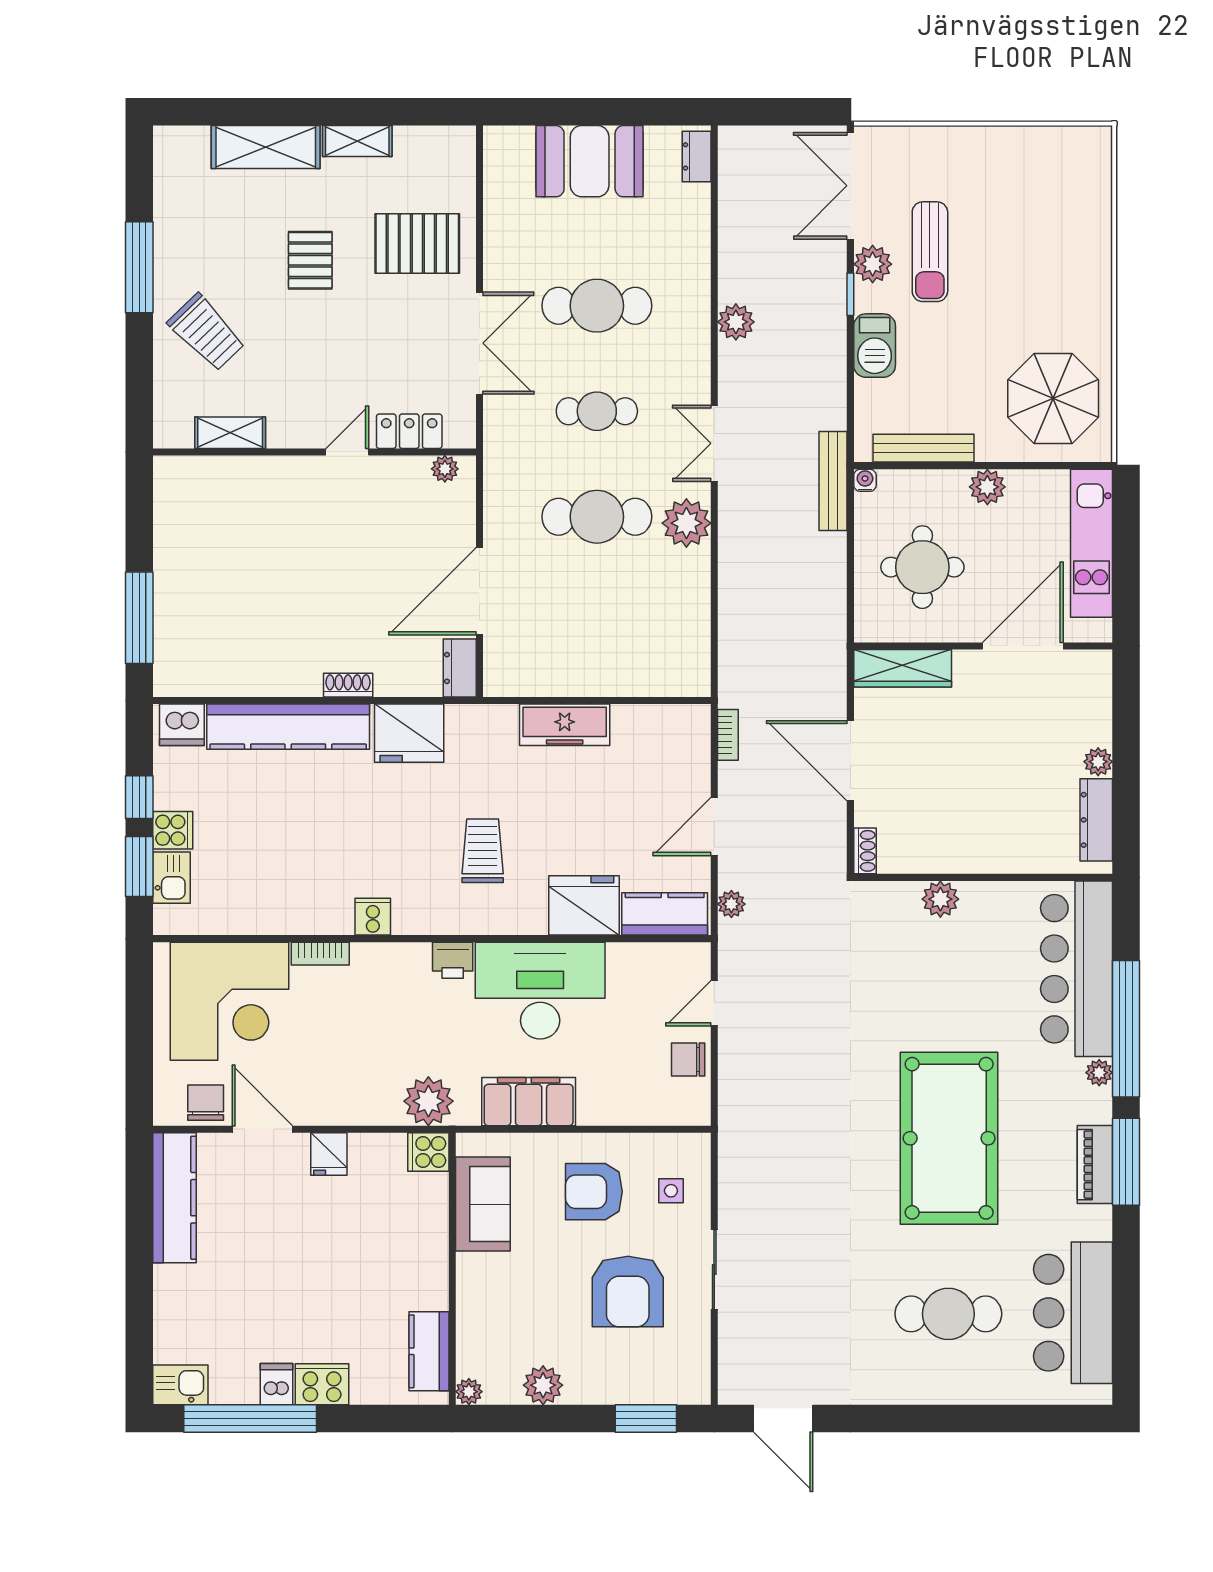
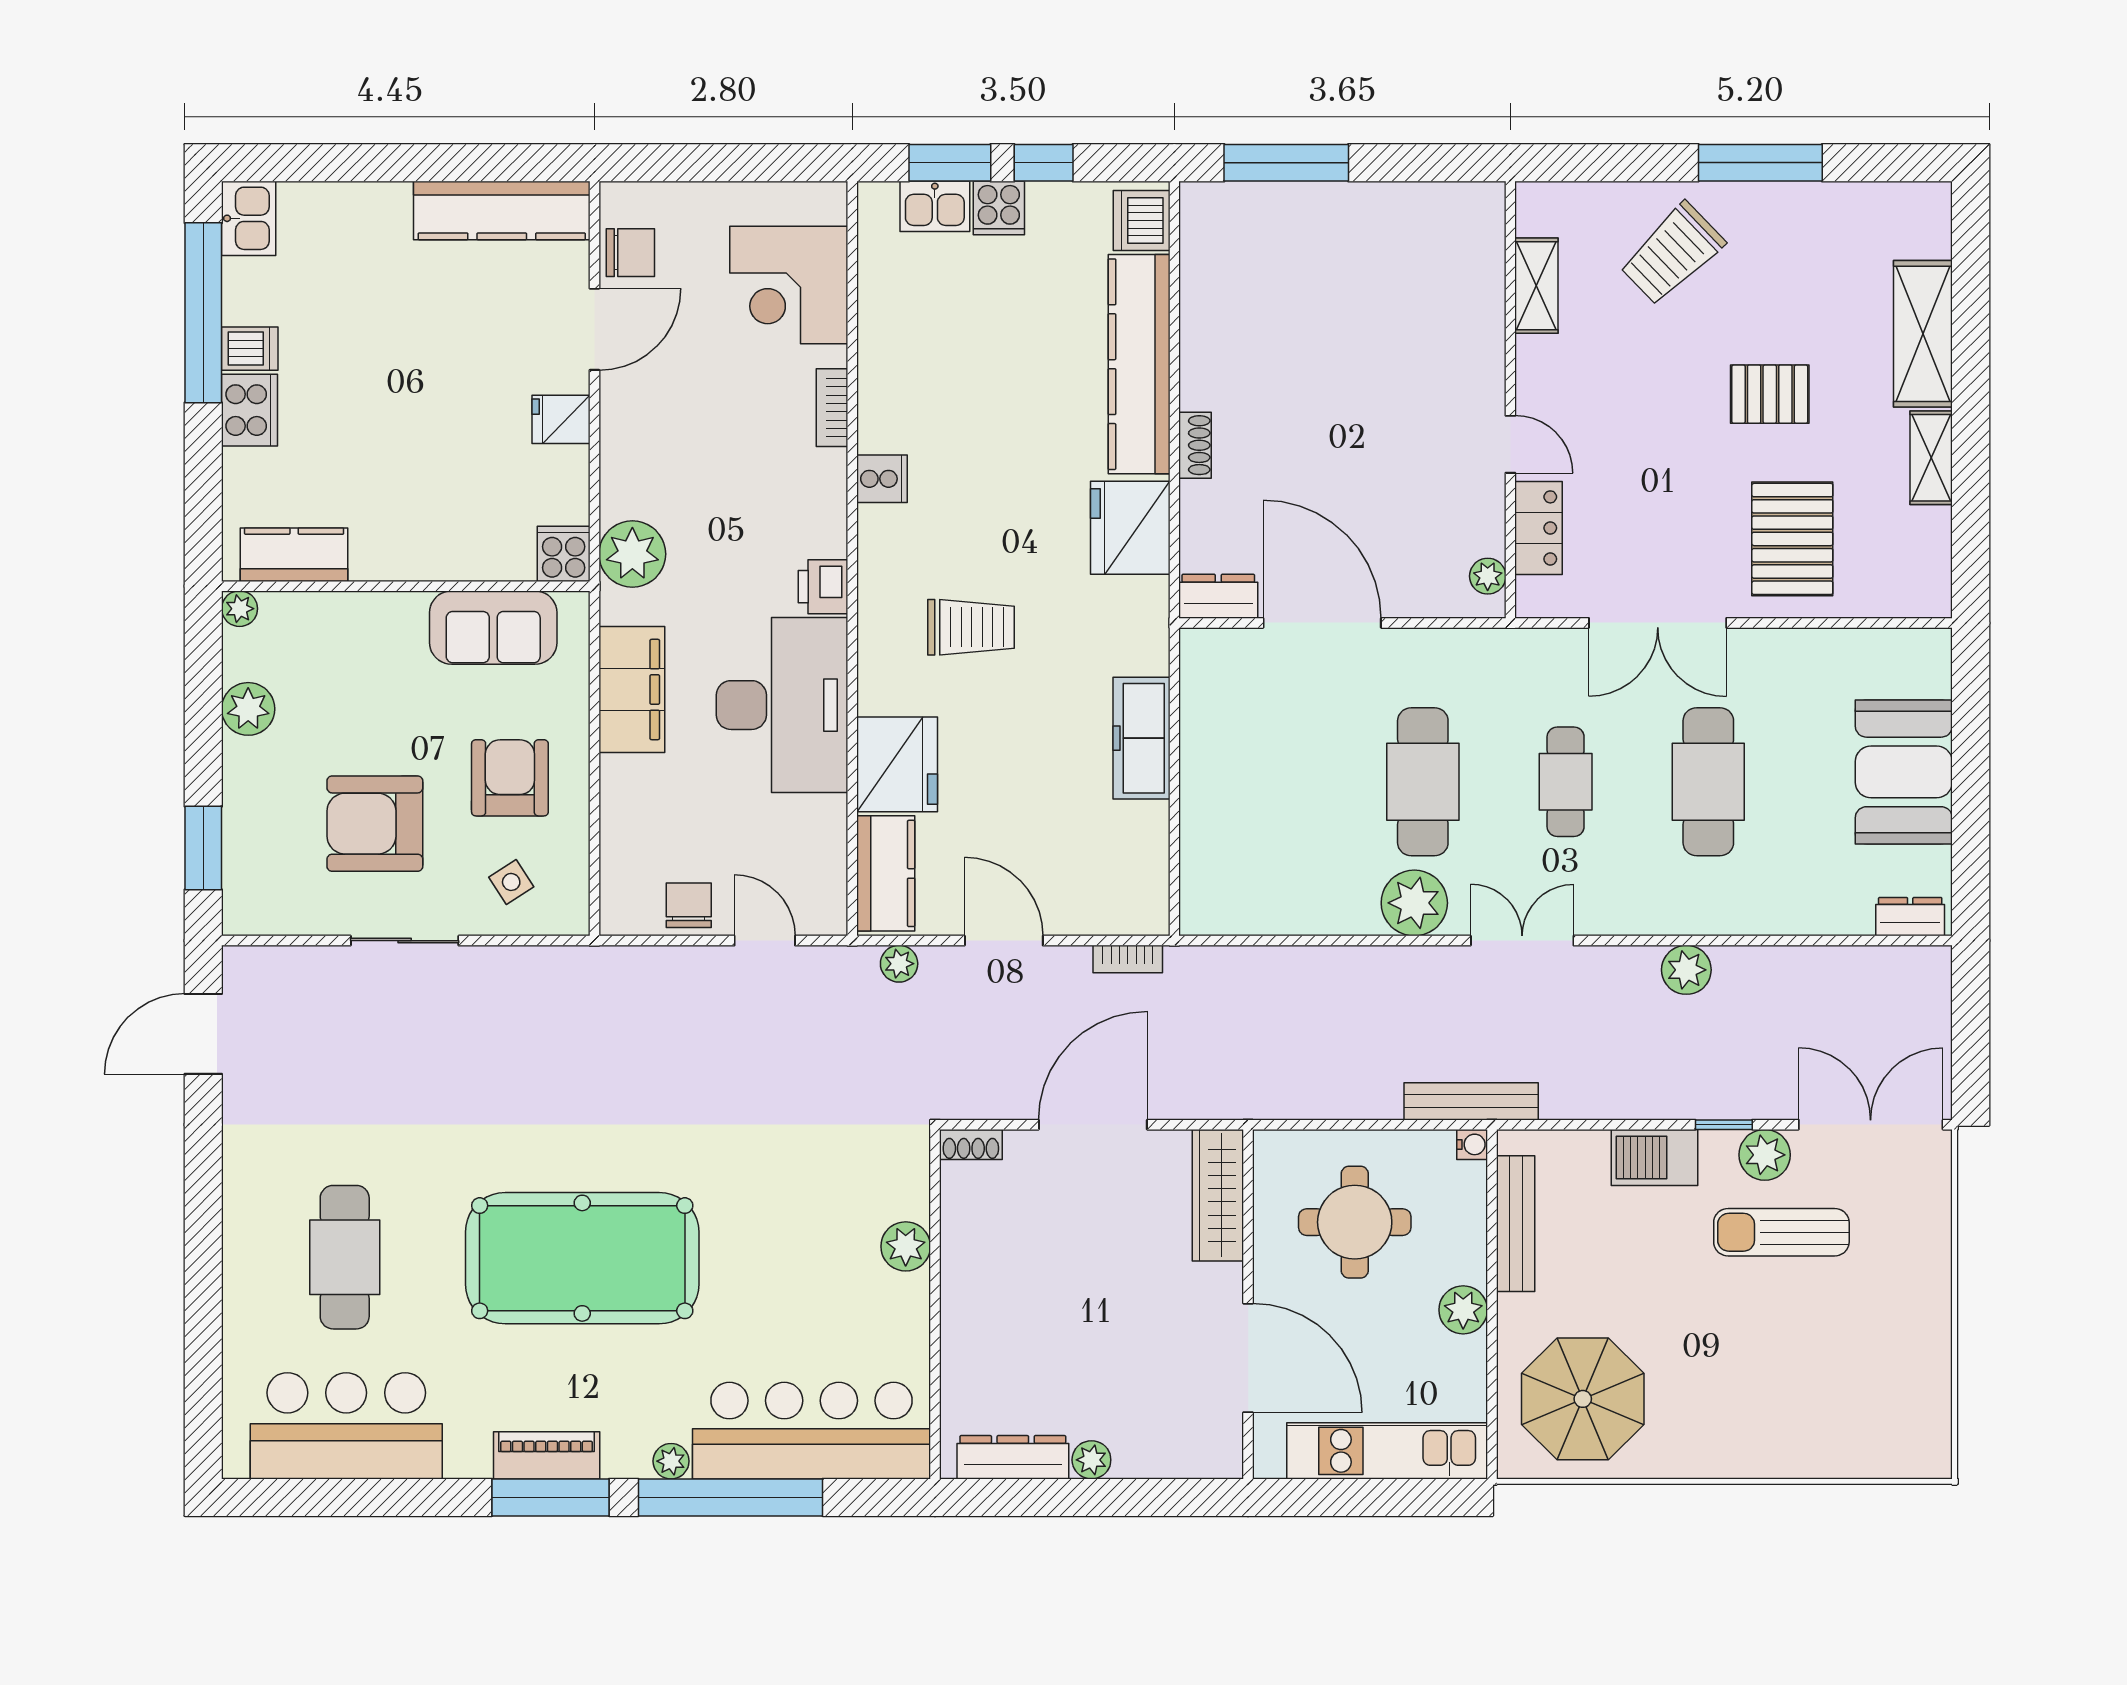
corner desk: (230, 1001) -> (789, 285), width x0.74, depth x0.74
side table: (671, 1191) -> (511, 882), turned -33

